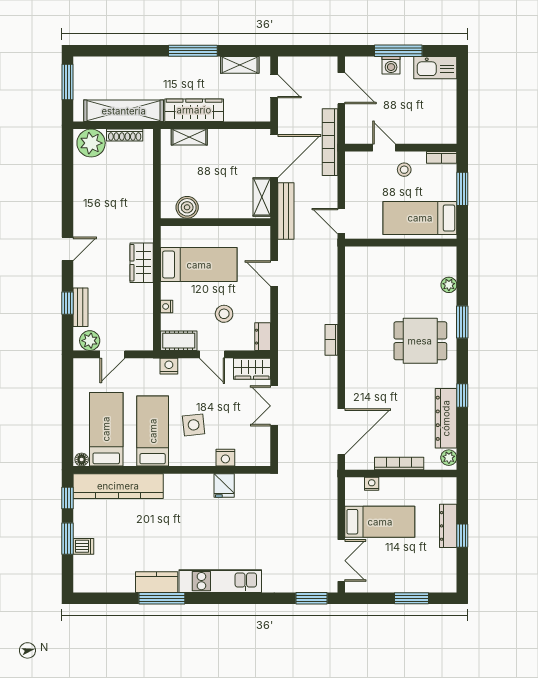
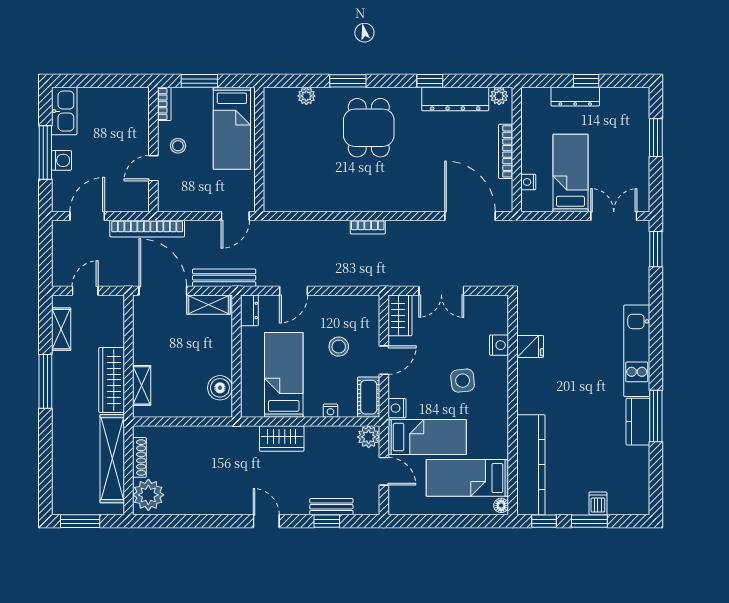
dresser: (263, 337) -> (249, 310), moved, turned -90
plant: (90, 341) -> (369, 437), moved
bed: (153, 431) -> (427, 437), moved, turned 180

